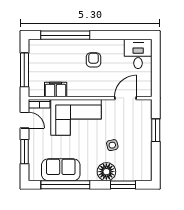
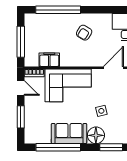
armchair: (93, 60) -> (84, 33), turned -149
sofa: (61, 170) -> (69, 134), moved

